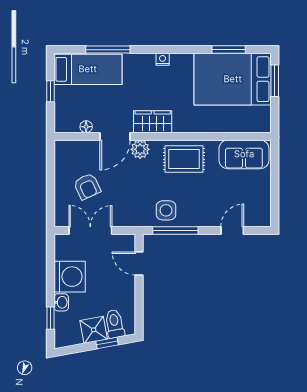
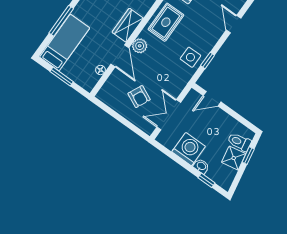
window: (50, 91) -> (62, 77), width x1.50
armchair: (87, 186) -> (139, 97), turned 50
window: (175, 230) -> (208, 60), width x0.46

